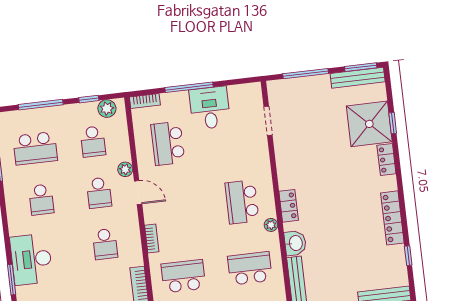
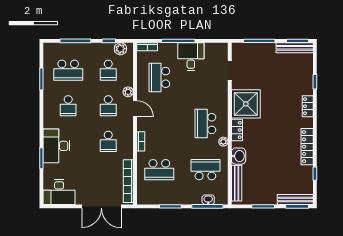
shower: (369, 124) -> (246, 104), moved
school desk: (183, 276) -> (159, 170), turned 180

